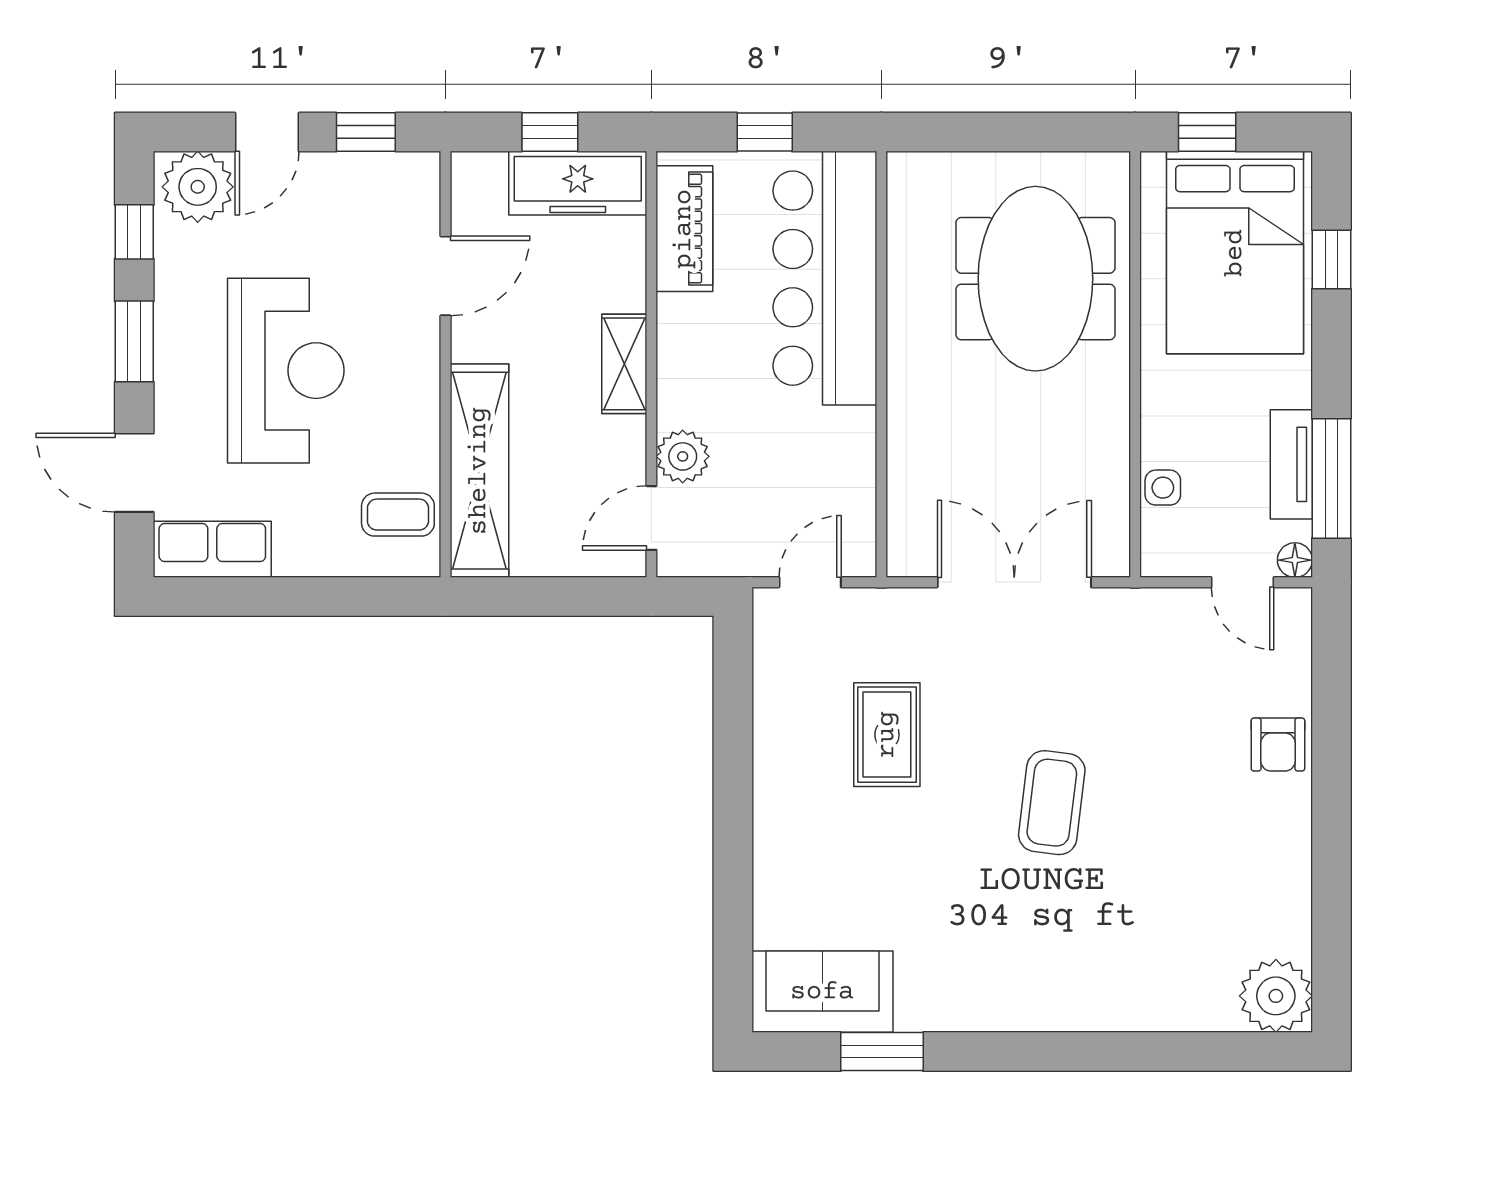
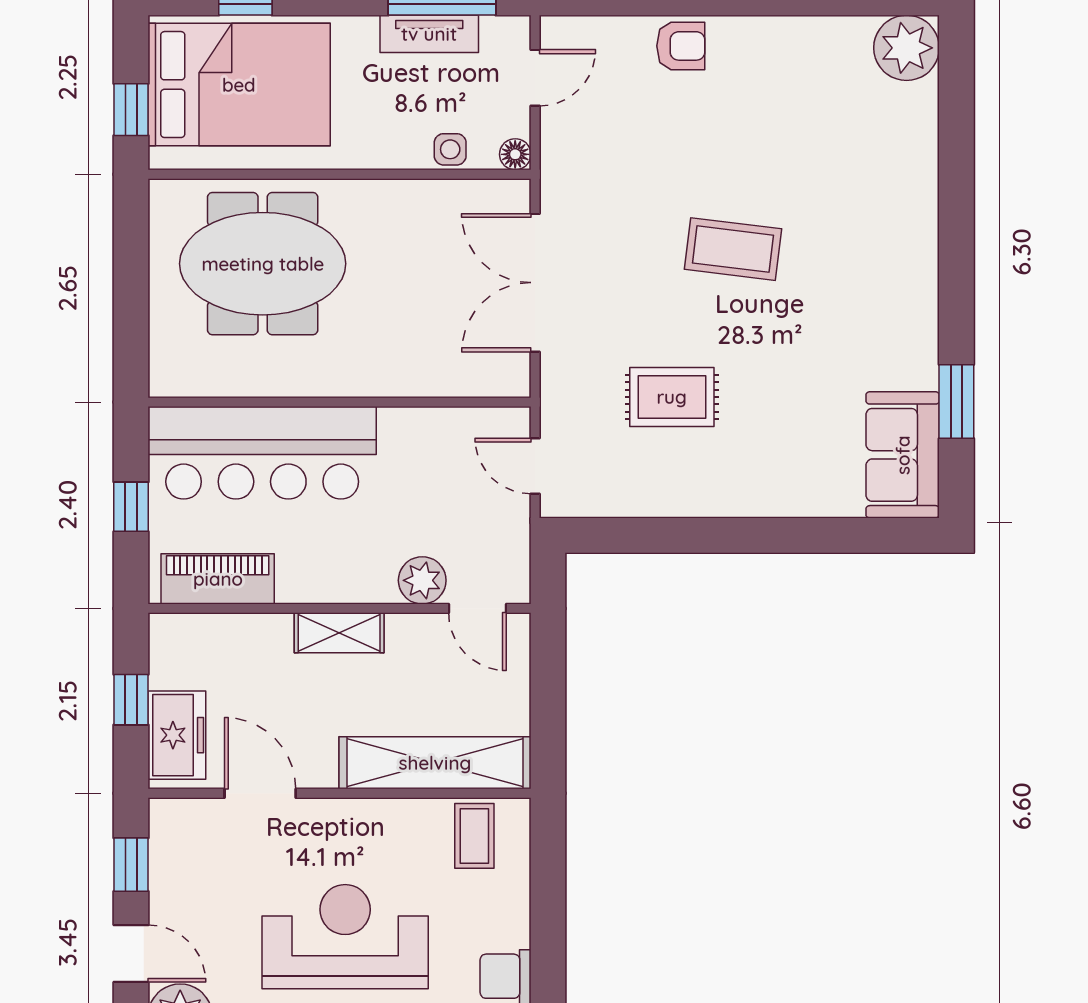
freezer: (578, 183) -> (177, 735), moved, width x0.71
floor lamp: (1295, 560) -> (515, 154), moved

